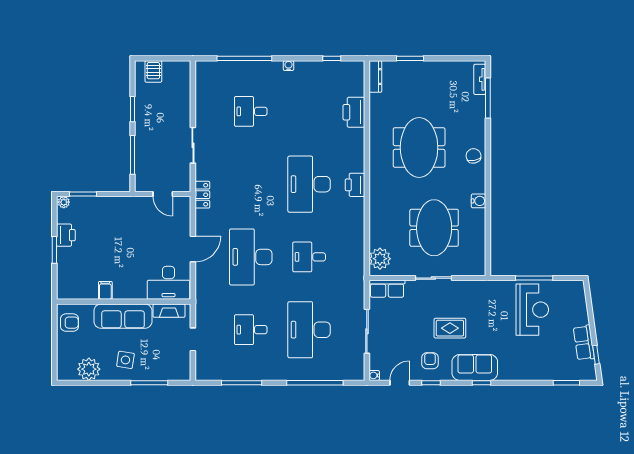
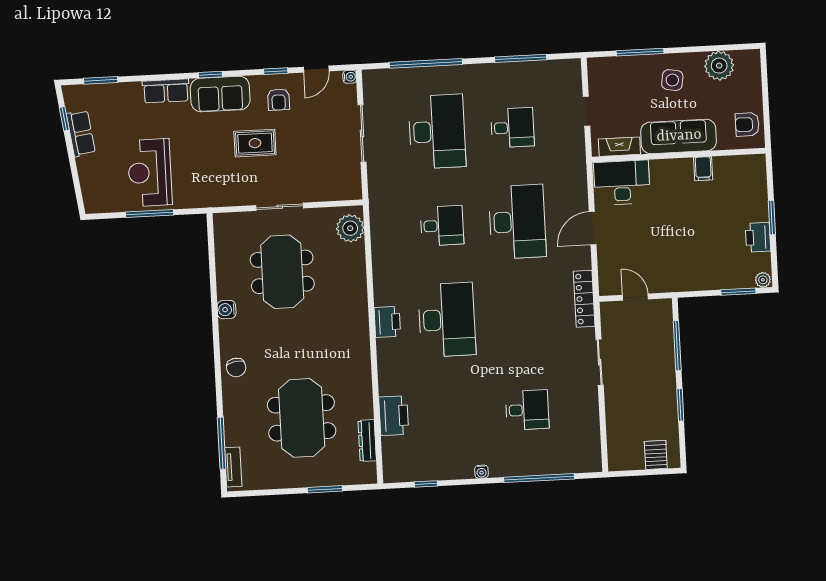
dresser: (375, 77) -> (367, 441), moved
meeting table: (419, 148) -> (302, 418), moved
locker: (202, 195) -> (584, 299), width x1.53
row of seats: (387, 289) -> (166, 91), moved, turned 180

